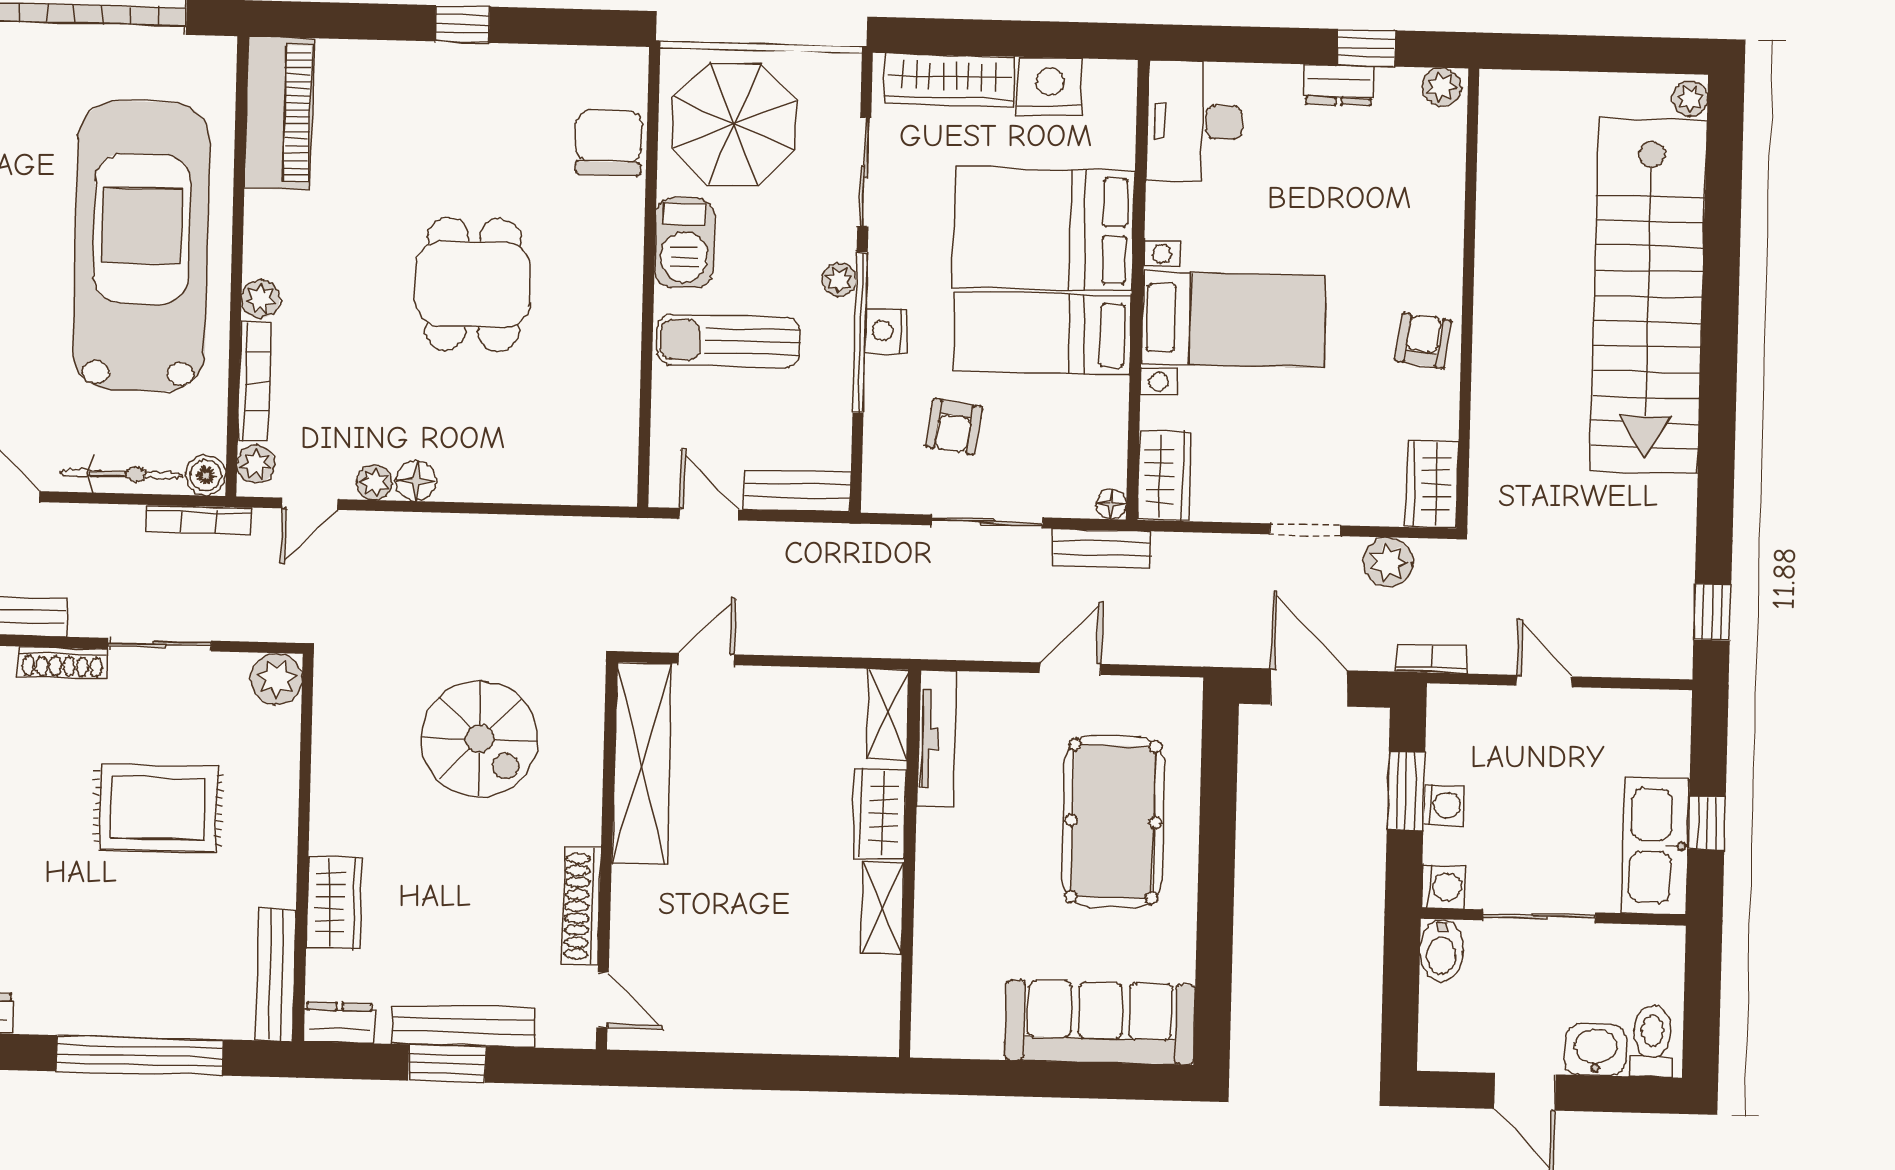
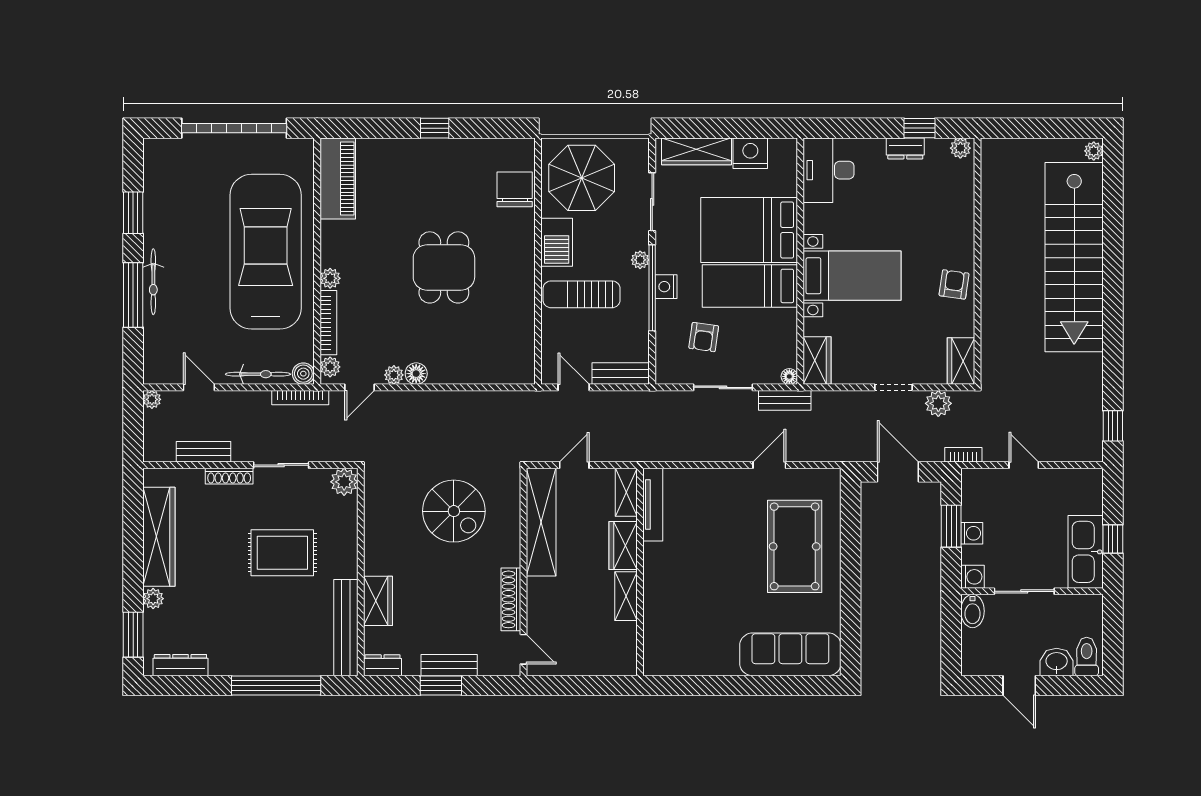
shelving: (888, 714) -> (626, 492), moved
tv unit: (937, 739) -> (653, 505), moved
wardrobe: (879, 814) -> (623, 546), moved
wall: (910, 864) -> (640, 572), moved
shelving: (882, 908) -> (626, 596), moved
bench: (276, 975) -> (346, 628), width x1.37, depth x1.21
bench: (463, 1026) -> (449, 665), width x0.73

